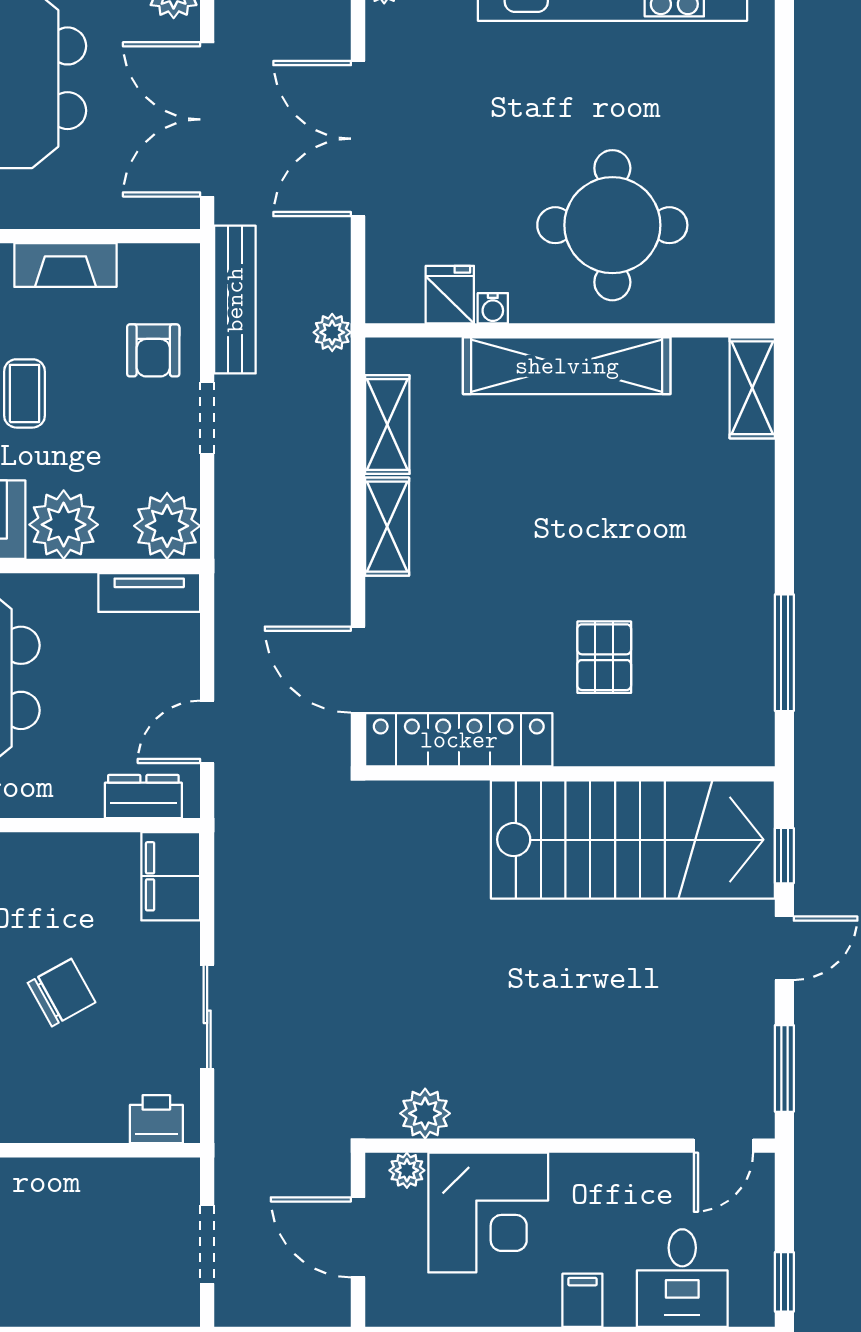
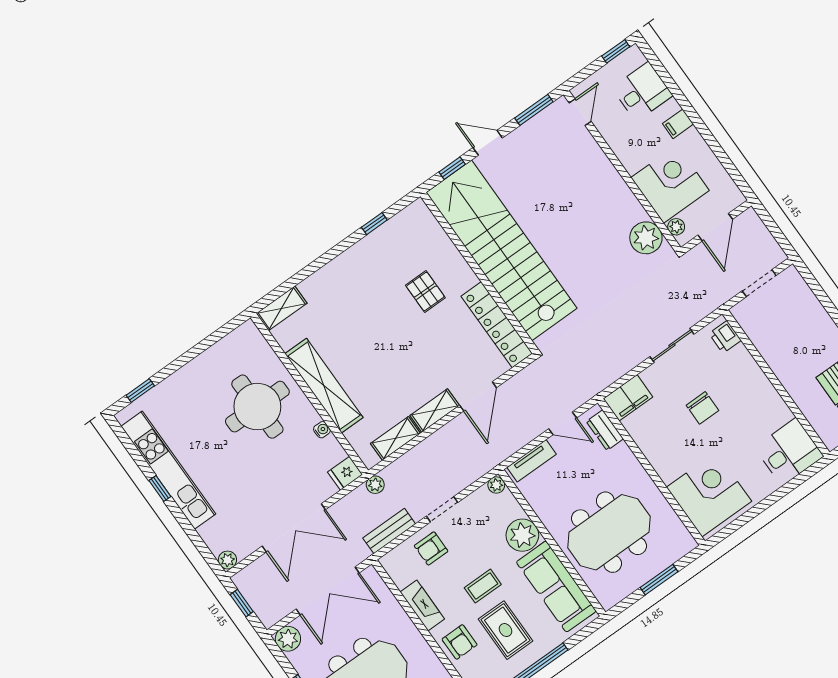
window: (784, 43) -> (140, 391), added
fridge: (450, 295) -> (345, 473), moved
bench: (235, 300) -> (389, 531), width x0.73
armchair: (153, 350) -> (431, 548), turned 180
plant: (167, 526) -> (496, 485), width x0.53, depth x0.53
tv unit: (149, 592) -> (532, 461), moved, turned 90
window: (784, 653) -> (374, 224), width x0.46
pallet: (604, 657) -> (425, 291), turned 90
door: (358, 670) -> (478, 396), moved
stairs: (633, 840) -> (502, 250), width x1.36
chair: (62, 993) -> (702, 408), turned -151
plant: (425, 1113) -> (646, 238), width x1.36, depth x1.36
door: (723, 1146) -> (580, 112), hinge flipped

